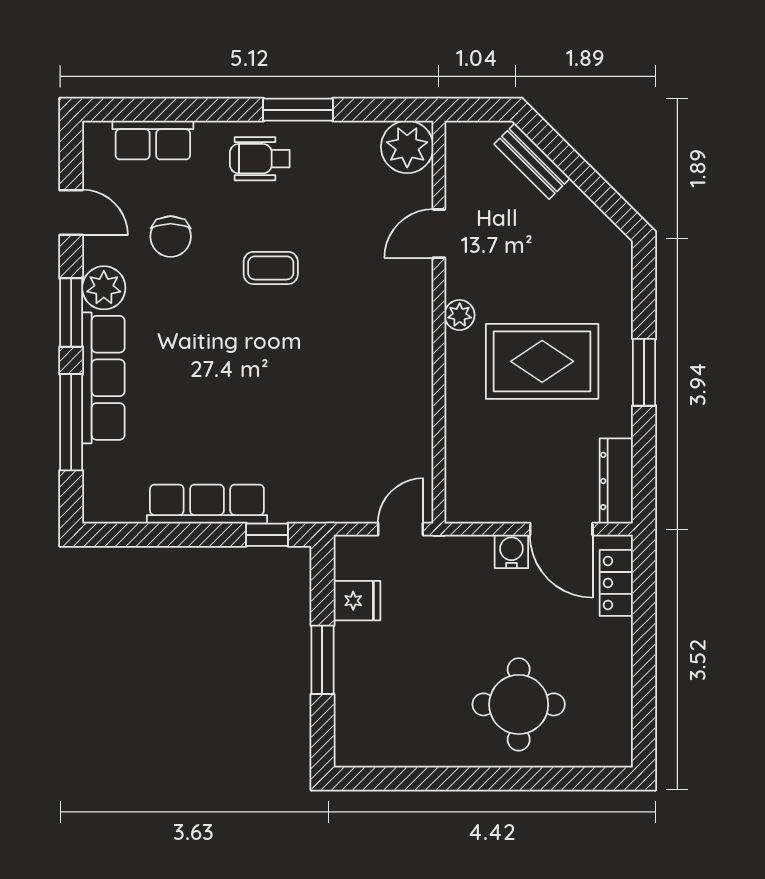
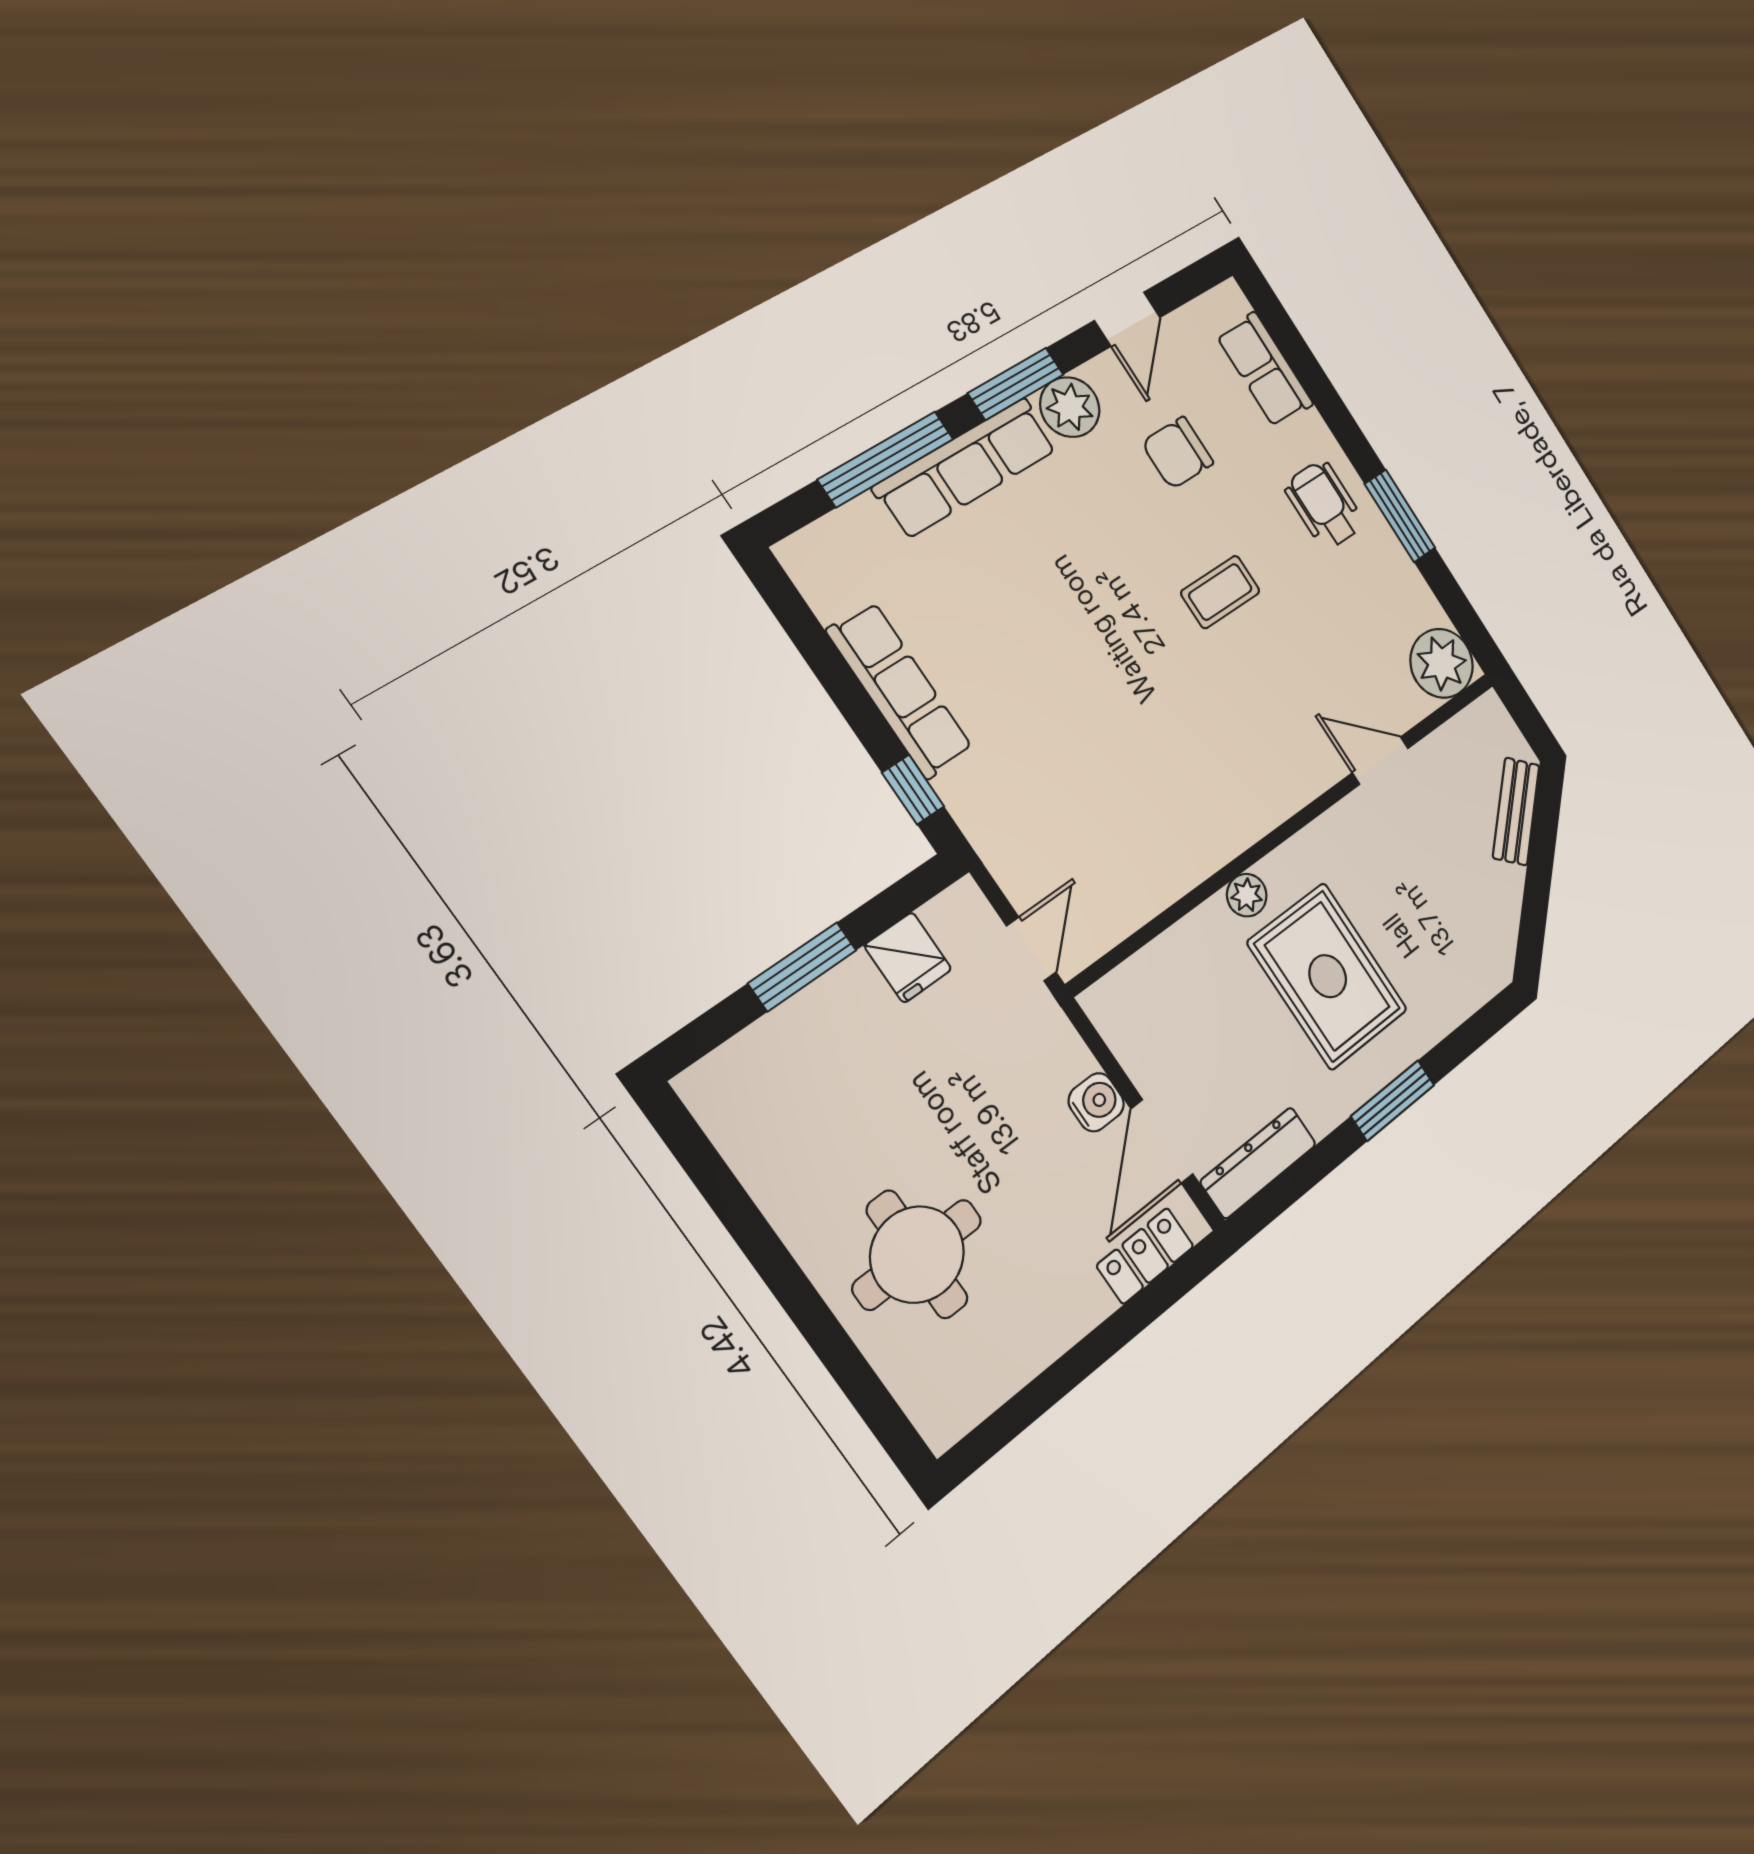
coffee table: (271, 268) -> (1220, 592), turned 90
plant: (460, 315) -> (1247, 895), moved
door: (400, 529) -> (1031, 949), hinge flipped

